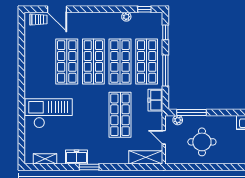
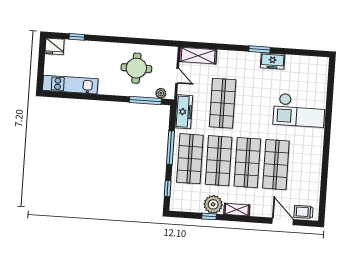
window: (144, 9) -> (209, 216), moved
plant: (126, 17) -> (213, 204), width x1.87, depth x1.87
freezer: (155, 100) -> (184, 112), width x1.40
shelving: (45, 159) -> (237, 210), moved

